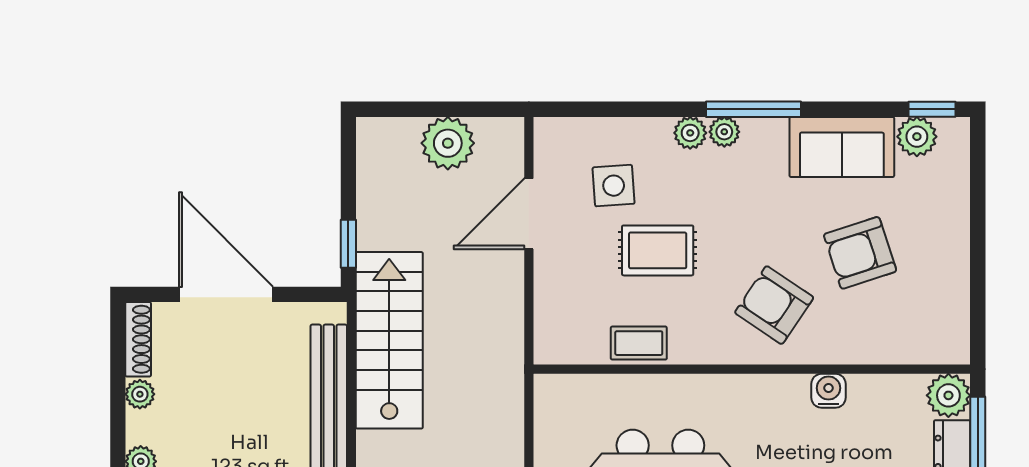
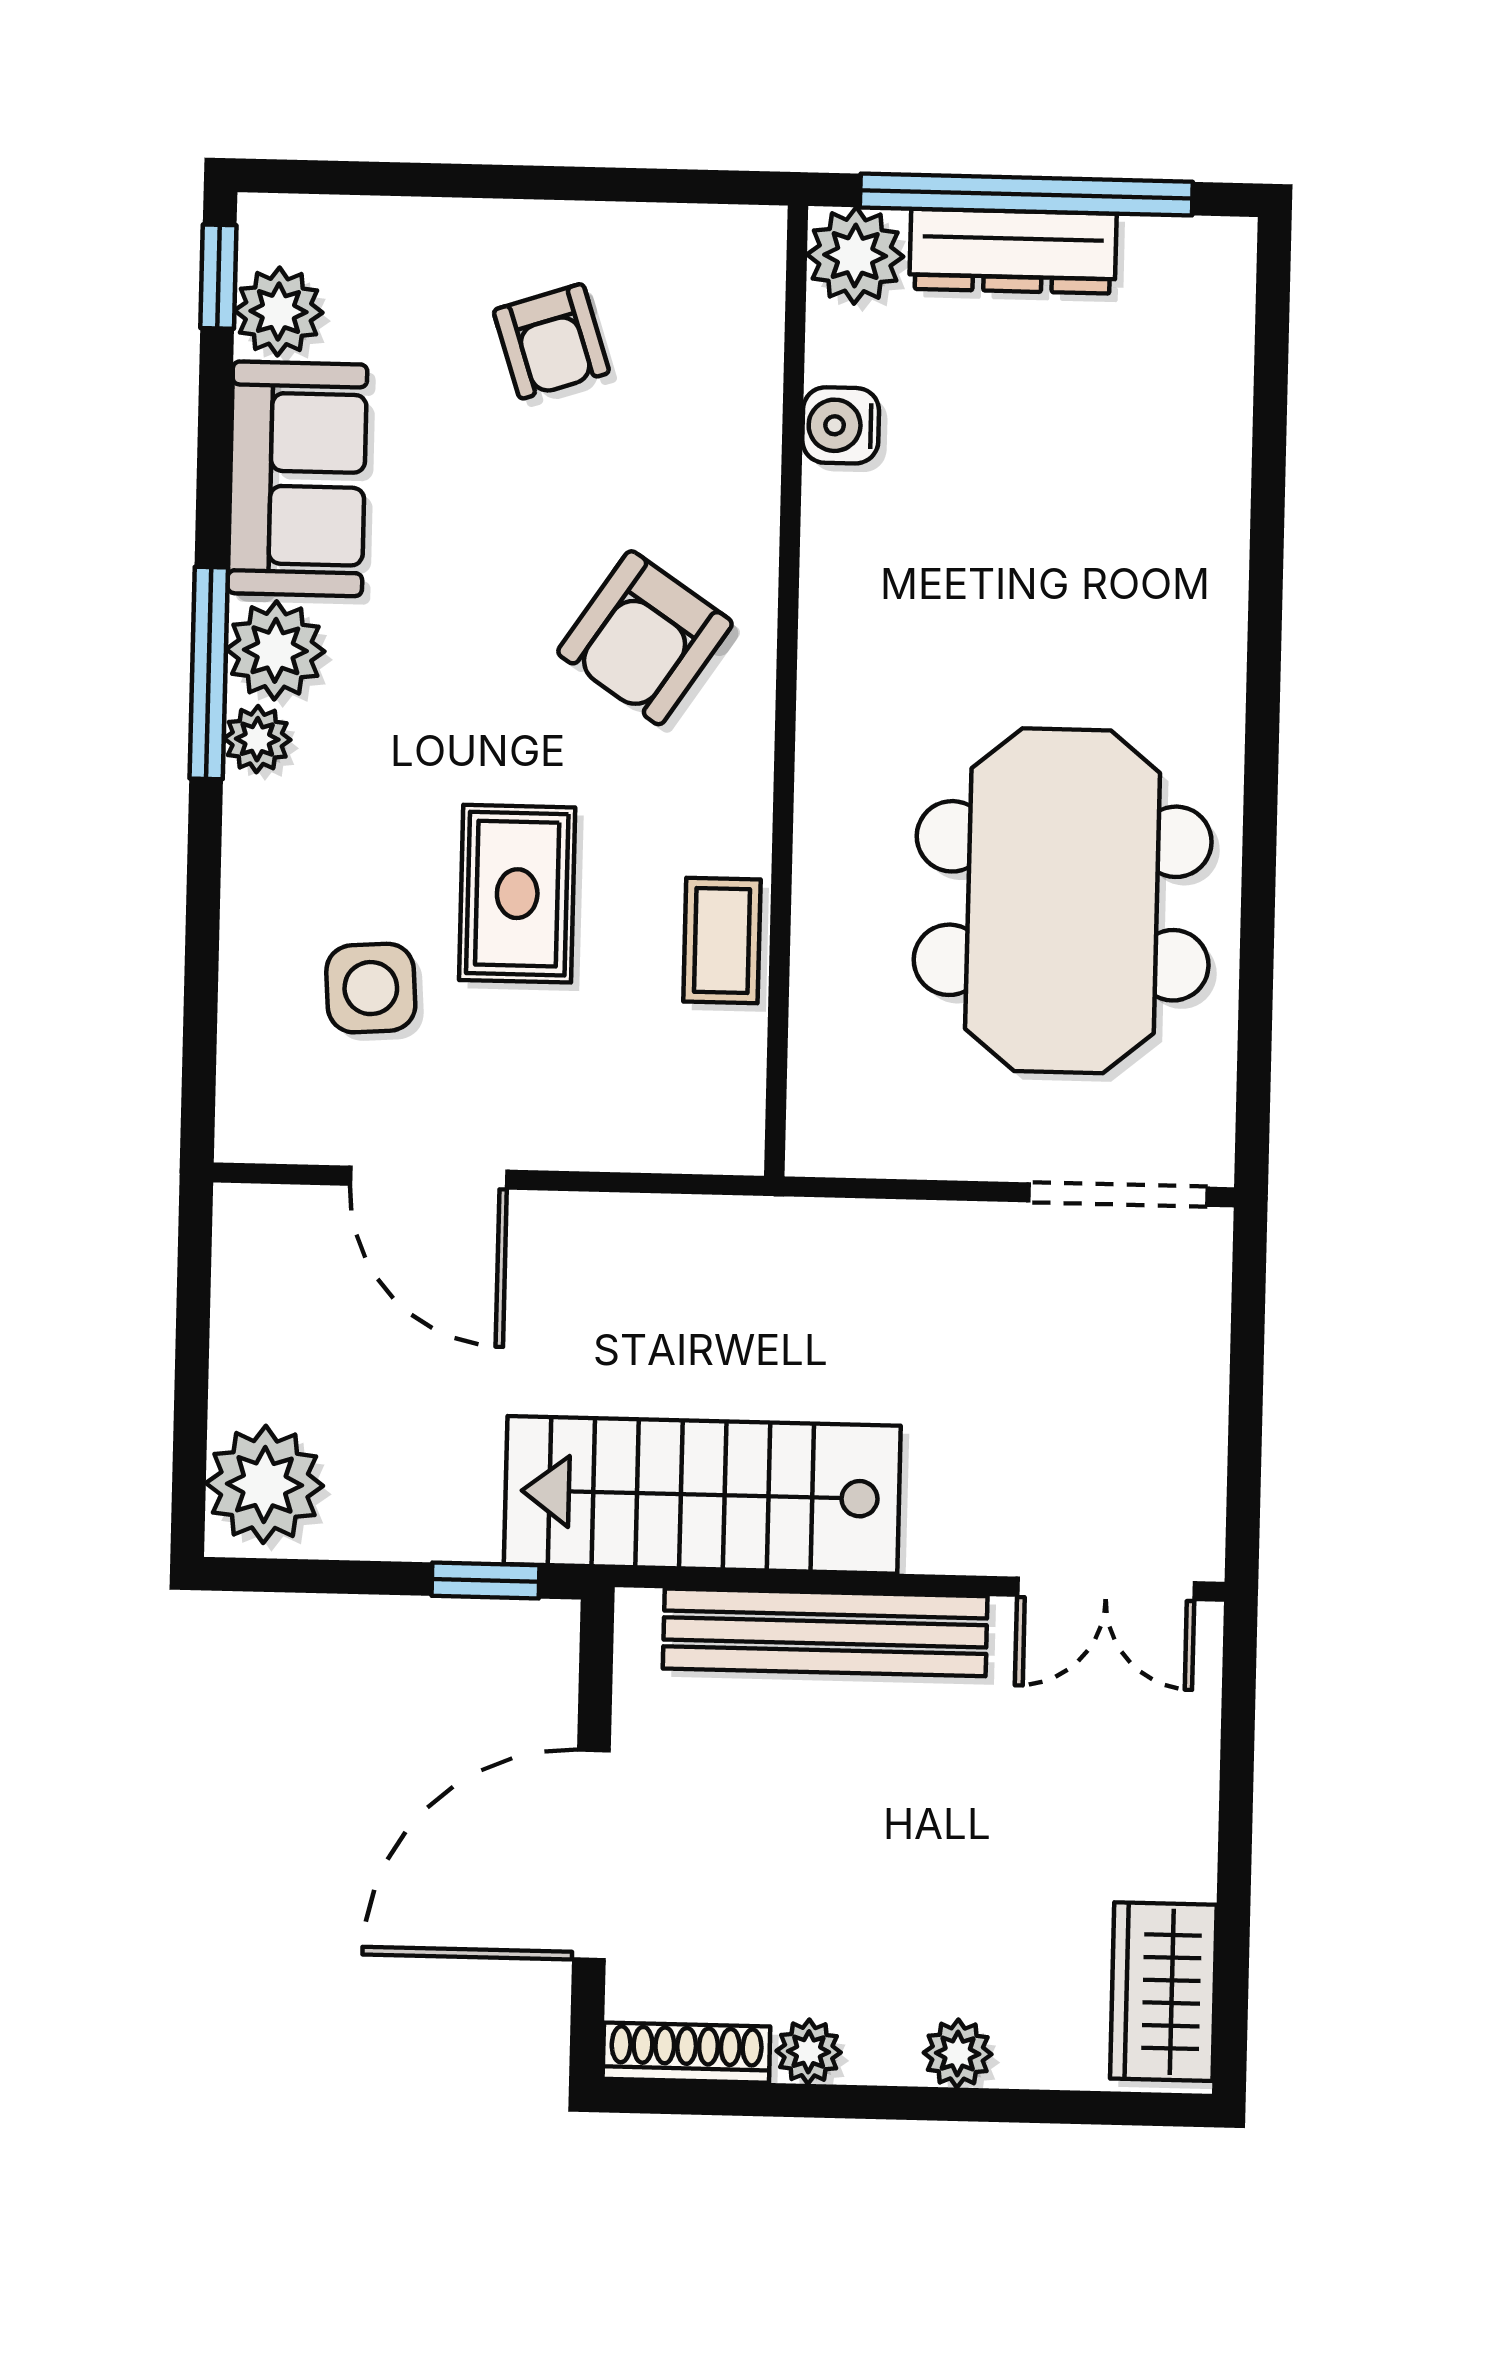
plant: (690, 133) -> (275, 650), moved, width x1.38, depth x1.38
plant: (448, 143) -> (264, 1484), moved
armchair: (860, 253) -> (551, 341), moved, width x0.72, depth x0.72
water cooler: (829, 391) -> (841, 425), moved

